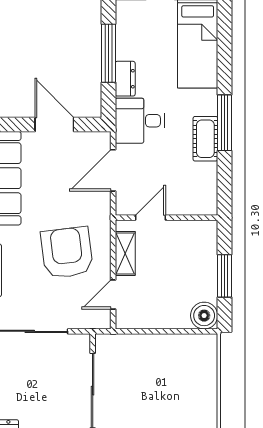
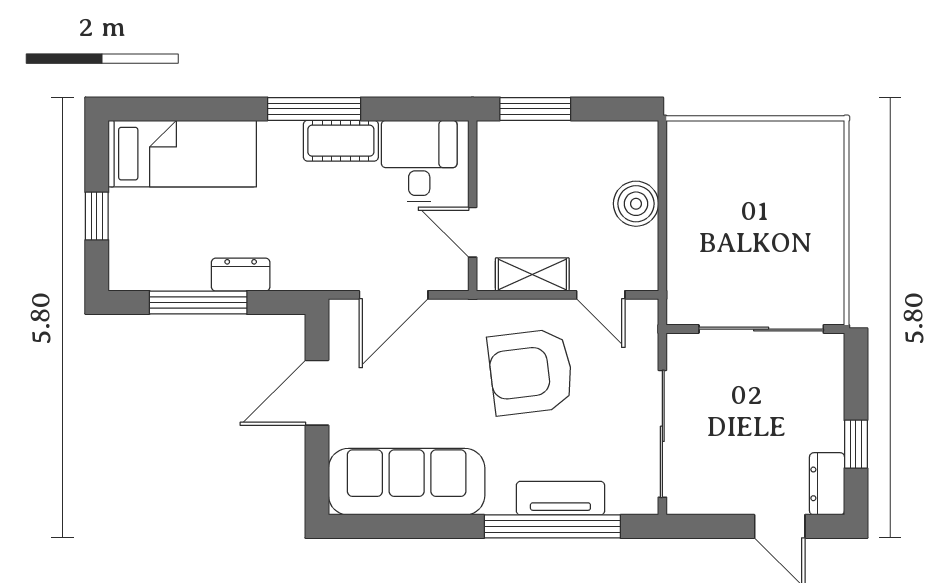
desk: (140, 121) -> (419, 161), moved, turned 180
door: (113, 170) -> (394, 295), hinge flipped
window: (224, 276) -> (535, 109), moved
boiler: (204, 316) -> (636, 204), moved

